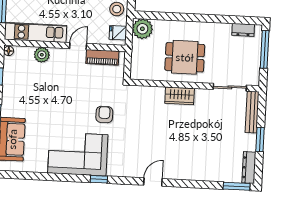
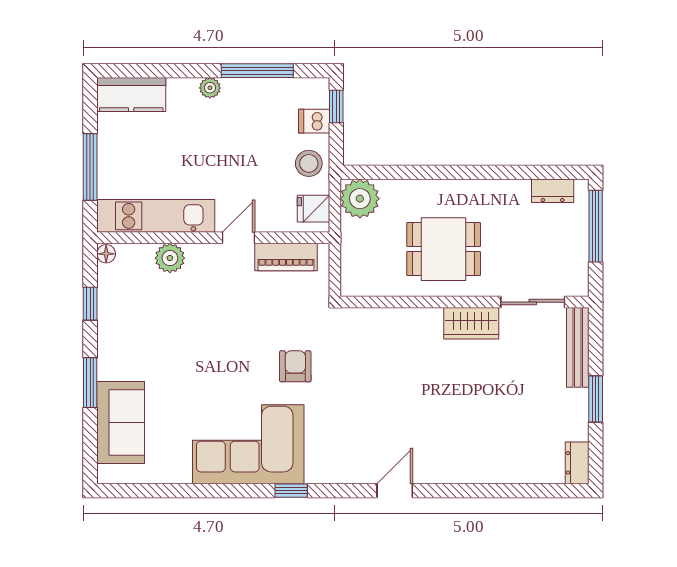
wardrobe: (180, 96) -> (471, 323), moved
dresser: (249, 168) -> (577, 463), width x0.70
window: (237, 186) -> (555, 491), removed

